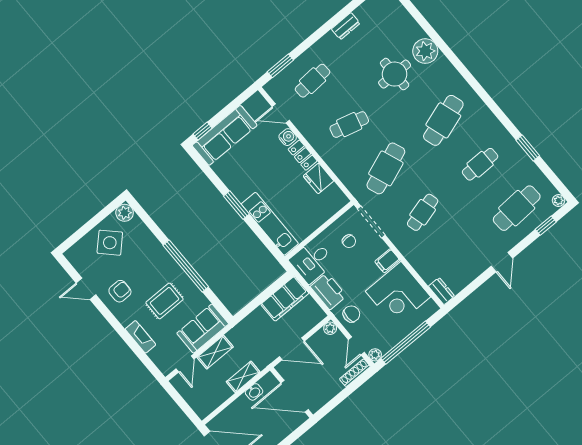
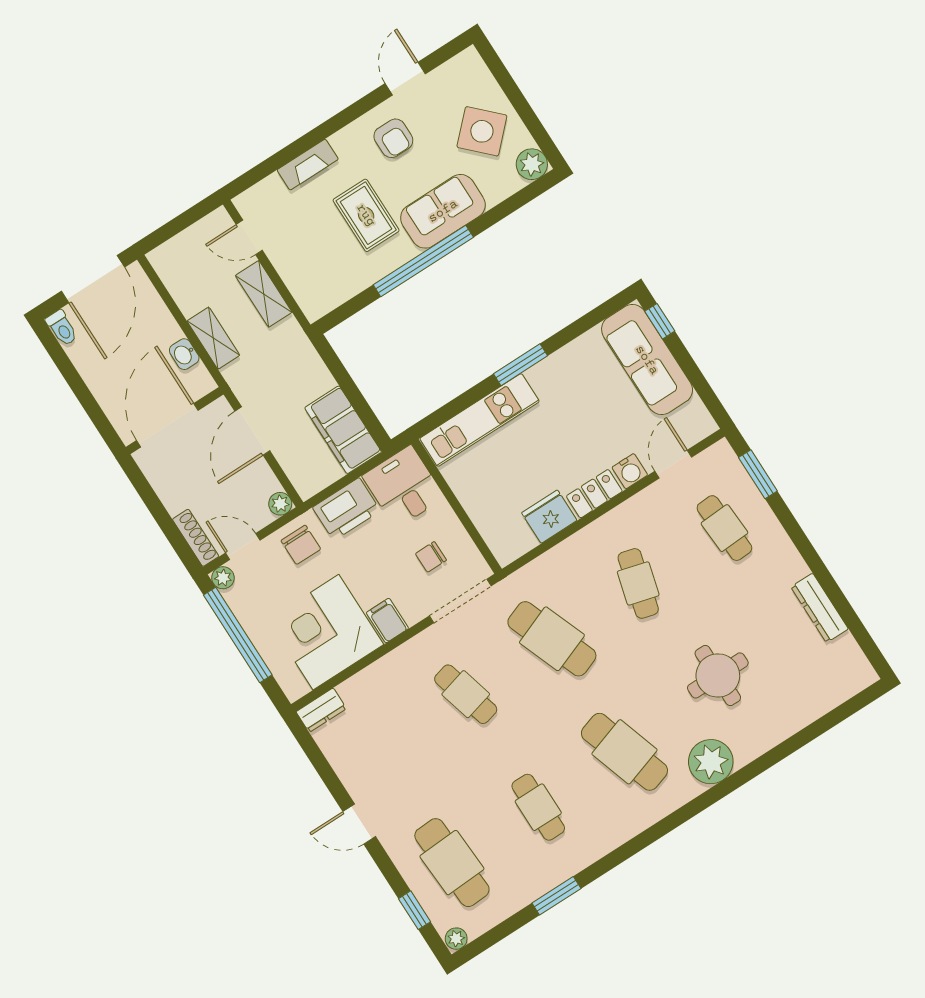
dresser: (346, 26) -> (820, 608), width x1.44
plant: (425, 51) -> (711, 762), moved
sofa: (203, 329) -> (443, 211), moved, turned -90

